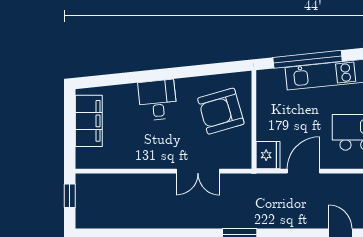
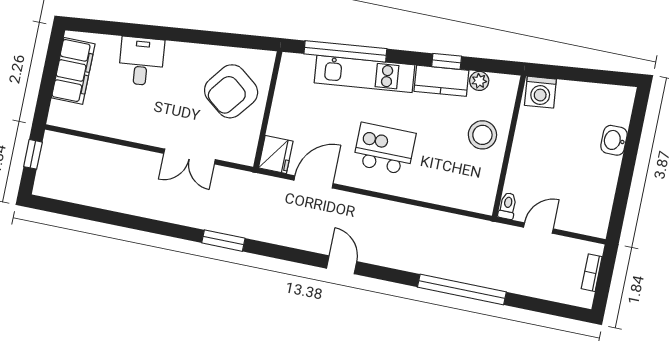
desk: (158, 100) -> (141, 61), moved
armchair: (221, 111) -> (231, 91), turned -36

